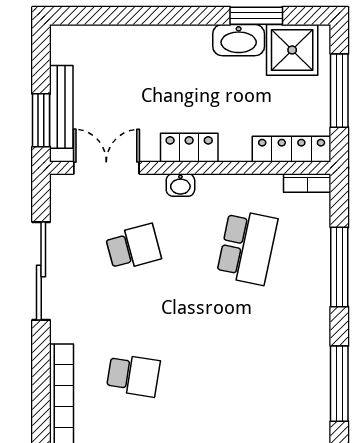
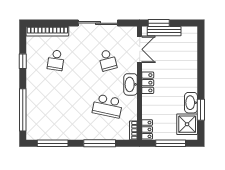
locker: (292, 149) -> (147, 129), width x0.66
washbasin: (180, 185) -> (131, 84), width x1.91, depth x1.45

